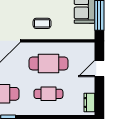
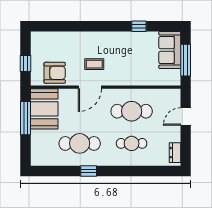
coffee table: (42, 23) -> (94, 64), moved

